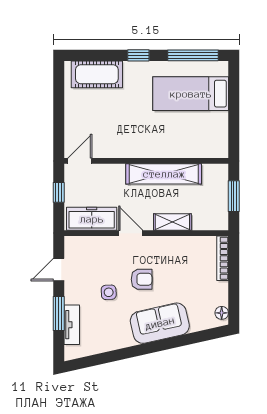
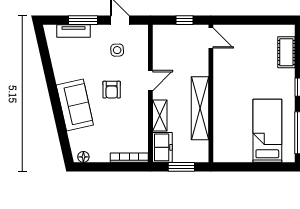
cot: (97, 74) -> (286, 52), width x0.73, depth x0.75
freezer: (92, 219) -> (162, 147), moved, width x0.71
side table: (109, 292) -> (117, 50), moved

